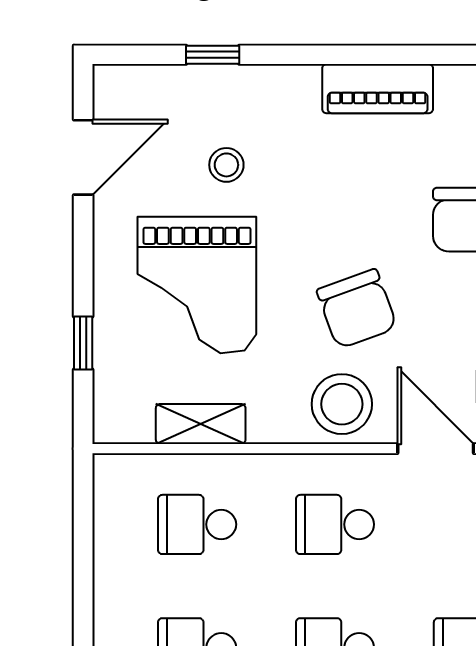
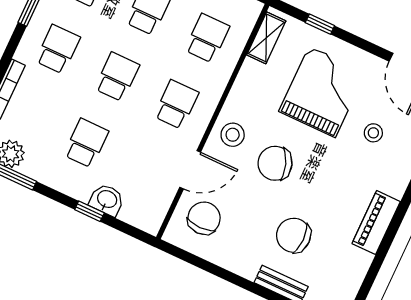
grand piano: (197, 285) -> (322, 92), turned 90
stool: (342, 404) -> (233, 135), width x0.73, depth x0.73
shelving: (201, 424) -> (266, 38), moved

